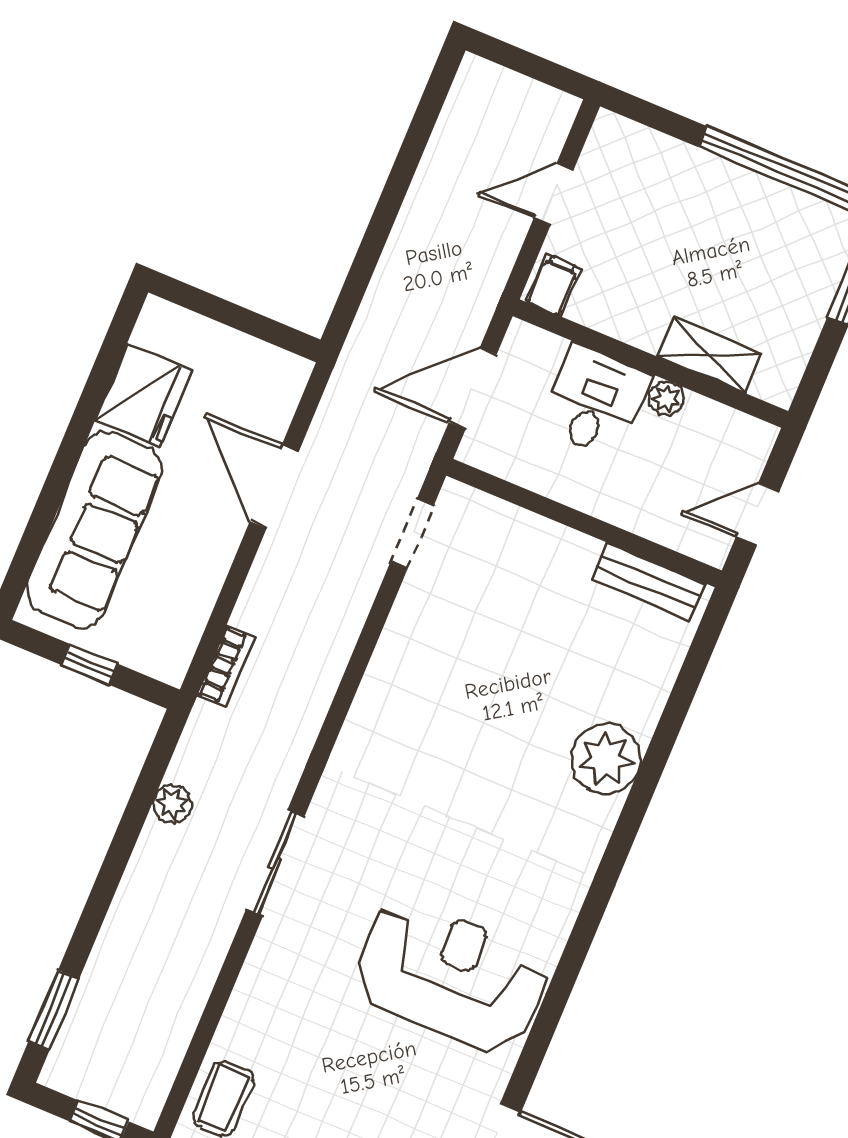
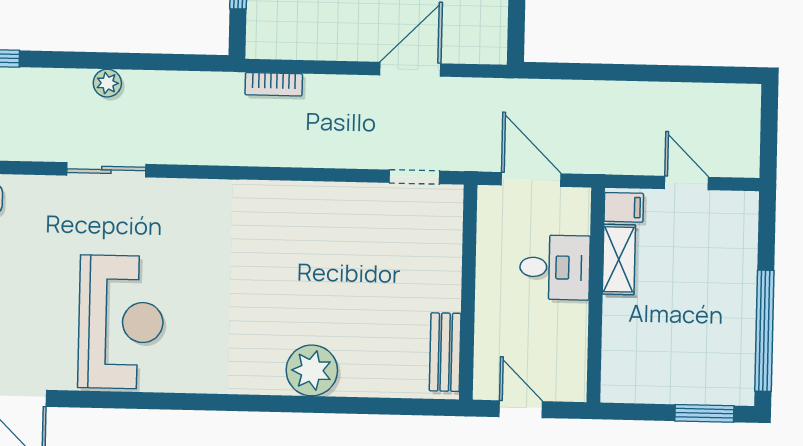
shelving: (709, 355) -> (619, 259), moved
plant: (666, 398) -> (576, 315), removed
plant: (172, 804) -> (107, 83), moved
sliding door: (275, 863) -> (106, 170), moved

